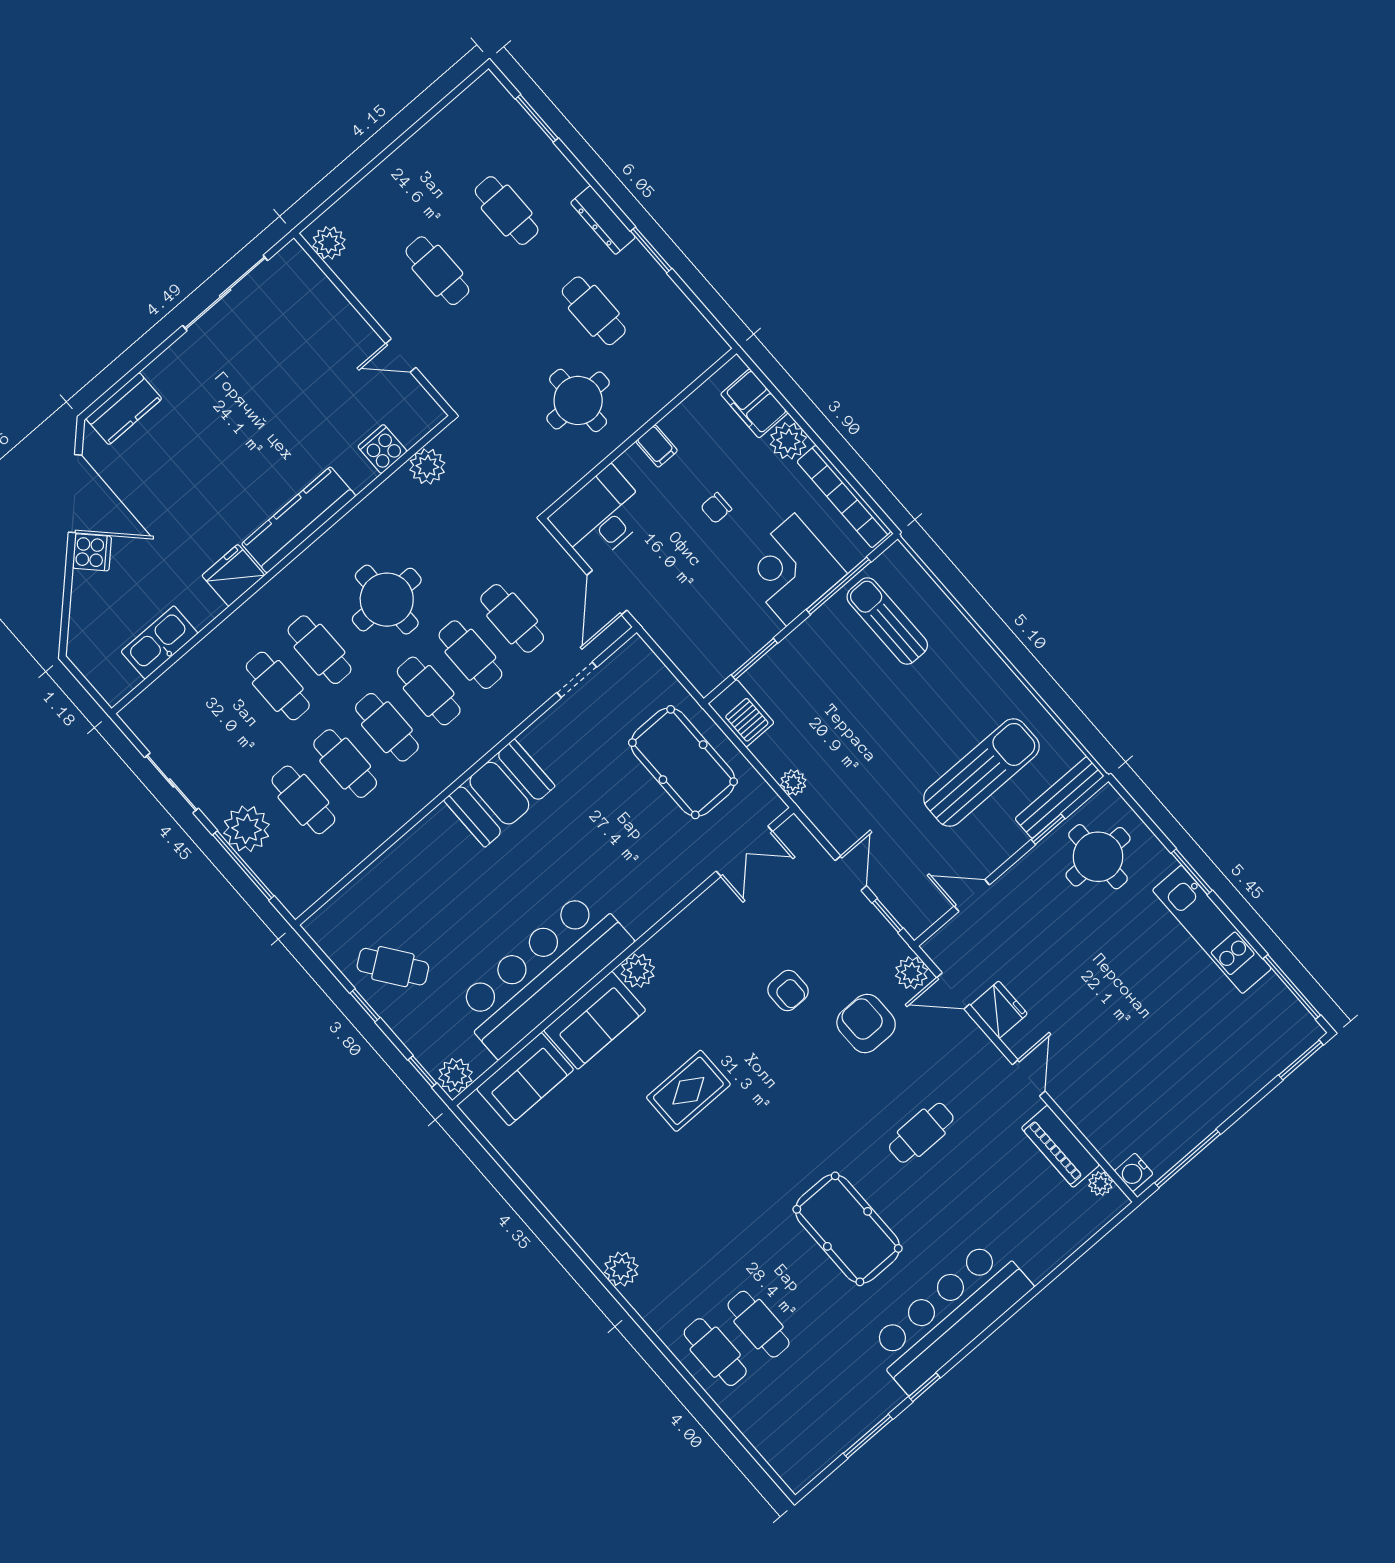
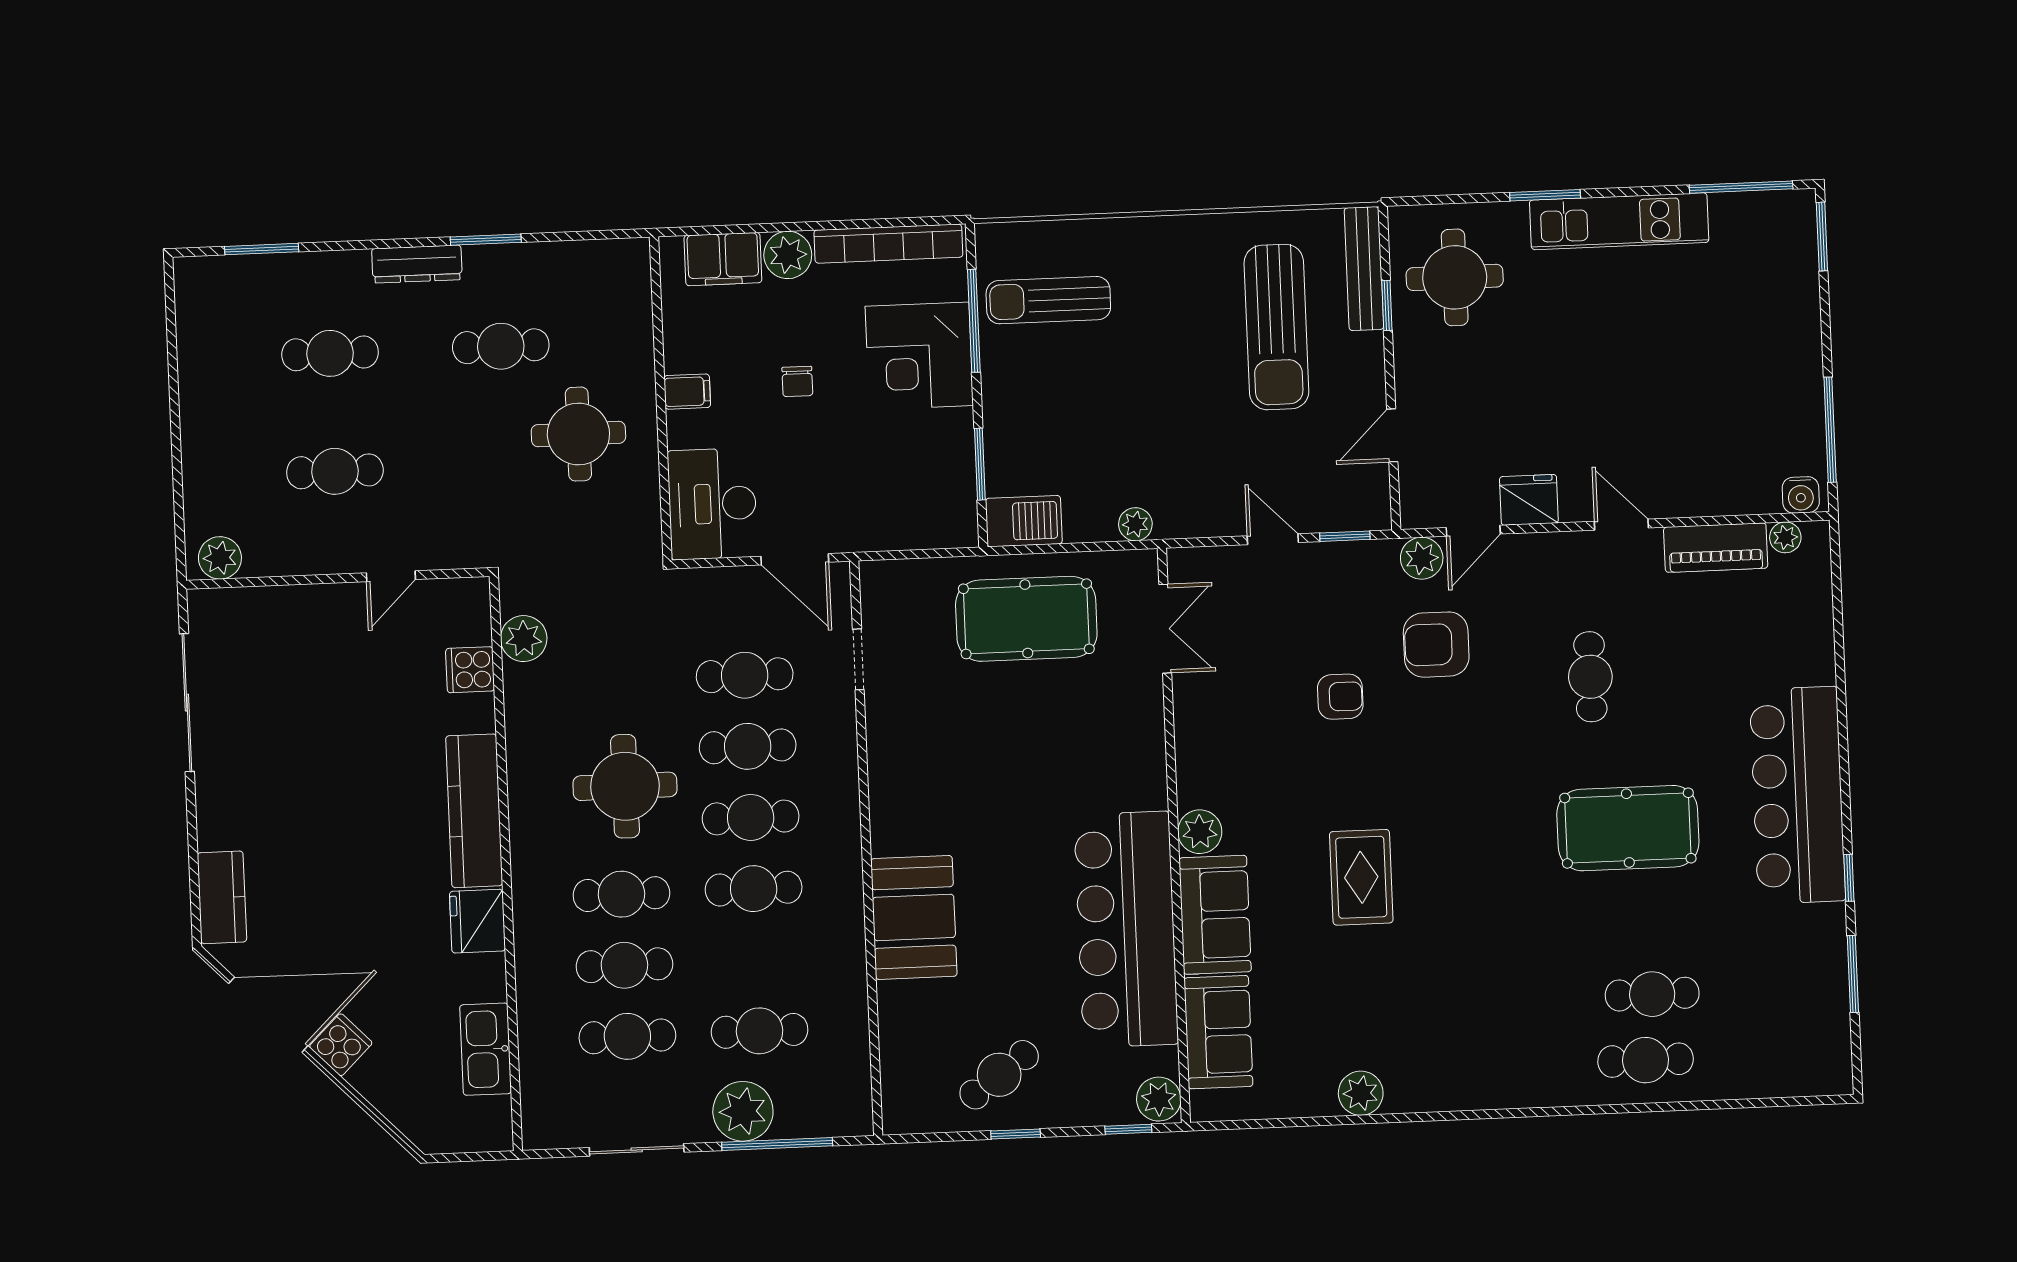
cafe table: (345, 764) -> (627, 1036), moved
sun lounger: (981, 773) -> (1276, 327), turned 180
booth: (499, 793) -> (914, 917), moved
plant: (621, 1269) -> (1361, 1093), moved

